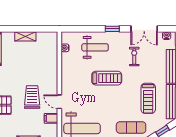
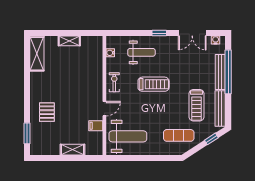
exercise bike: (134, 57) -> (114, 82), moved
trolley: (32, 97) -> (76, 104), removed
door: (59, 102) -> (104, 109), swing flipped

